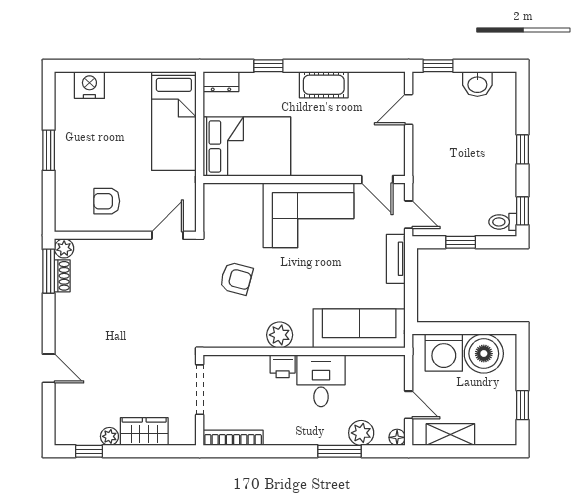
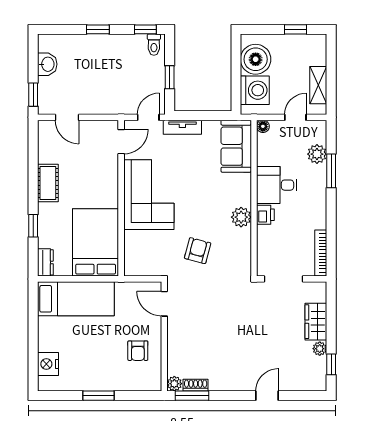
sofa: (359, 328) -> (236, 146), width x0.73
floor lamp: (397, 437) -> (263, 126), moved

